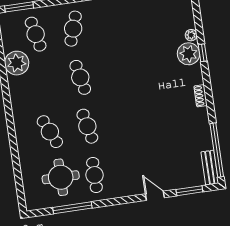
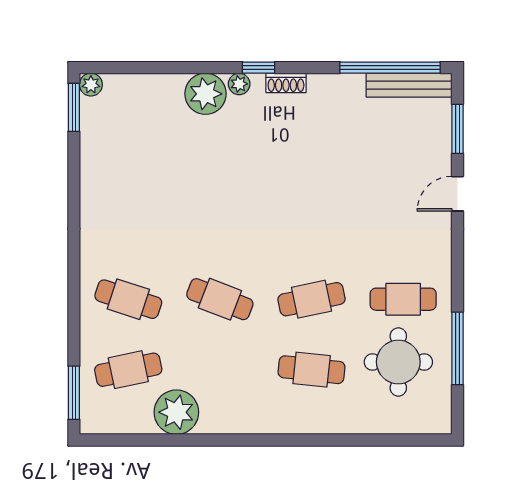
plant: (191, 35) -> (239, 84), moved
window: (203, 53) -> (259, 68), moved
cafe table: (80, 77) -> (220, 299), turned 33
cafe table: (50, 132) -> (312, 370), turned 30
bench: (210, 168) -> (409, 85), width x1.36

